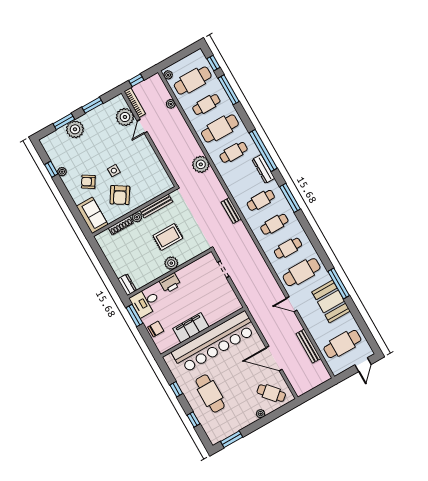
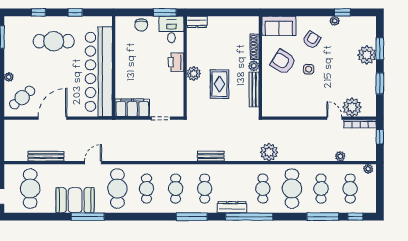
cafe table: (193, 81) -> (350, 189), width x0.73, depth x0.74
filing cabinet: (191, 328) -> (132, 108), moved, turned -90

